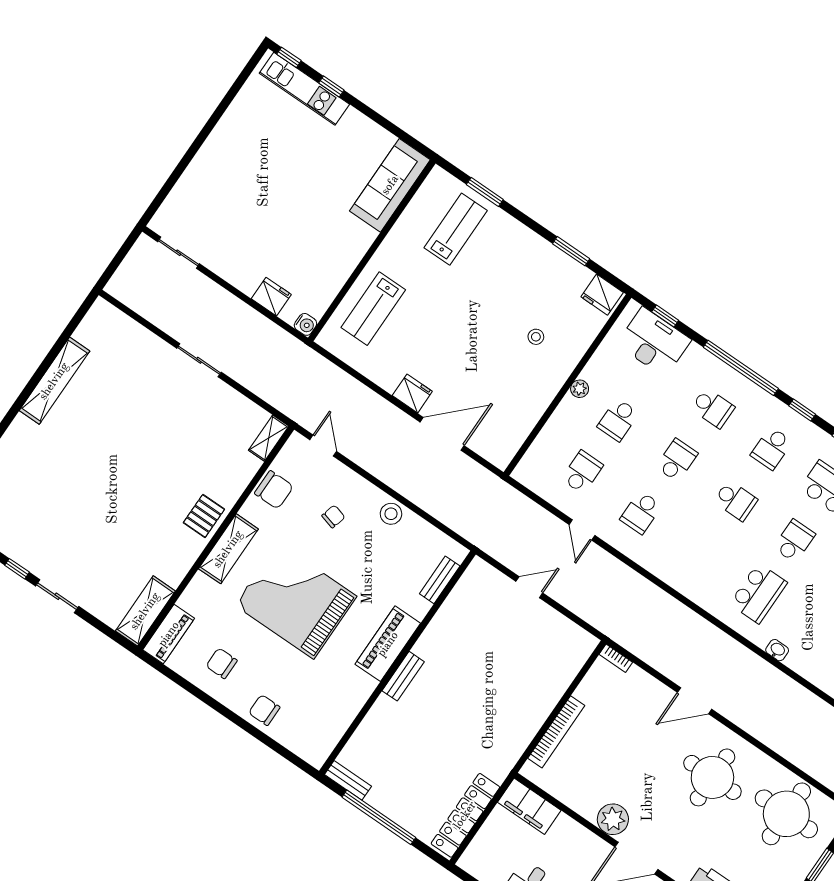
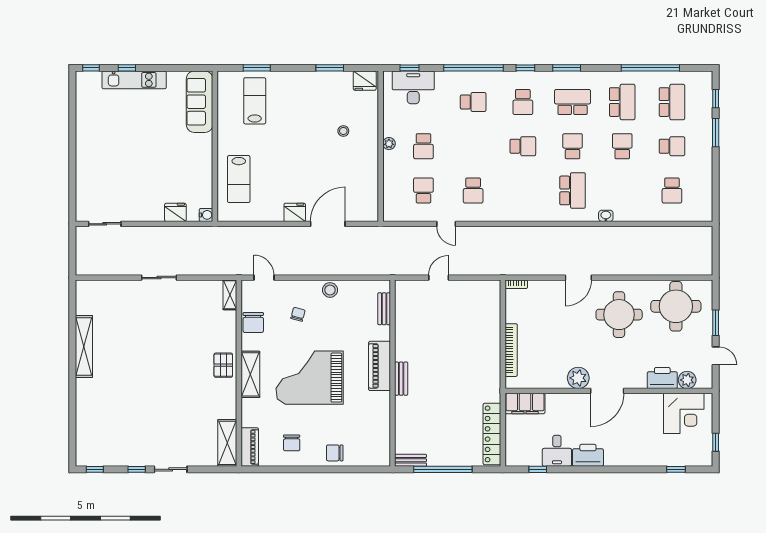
kitchen unit: (304, 89) -> (134, 80), moved
school desk: (677, 460) -> (473, 146), removed
chair: (274, 490) -> (253, 322), turned 90
chair: (222, 663) -> (292, 443), turned -90

